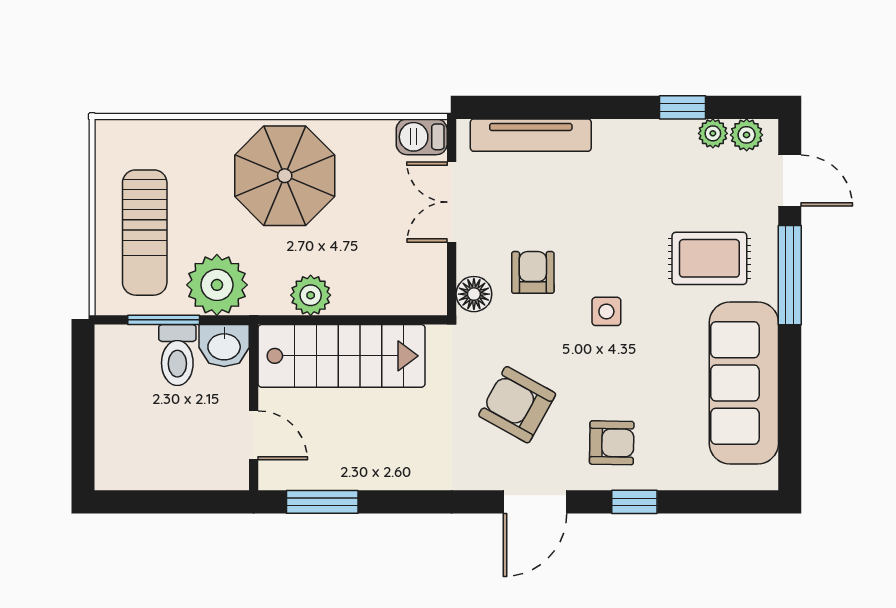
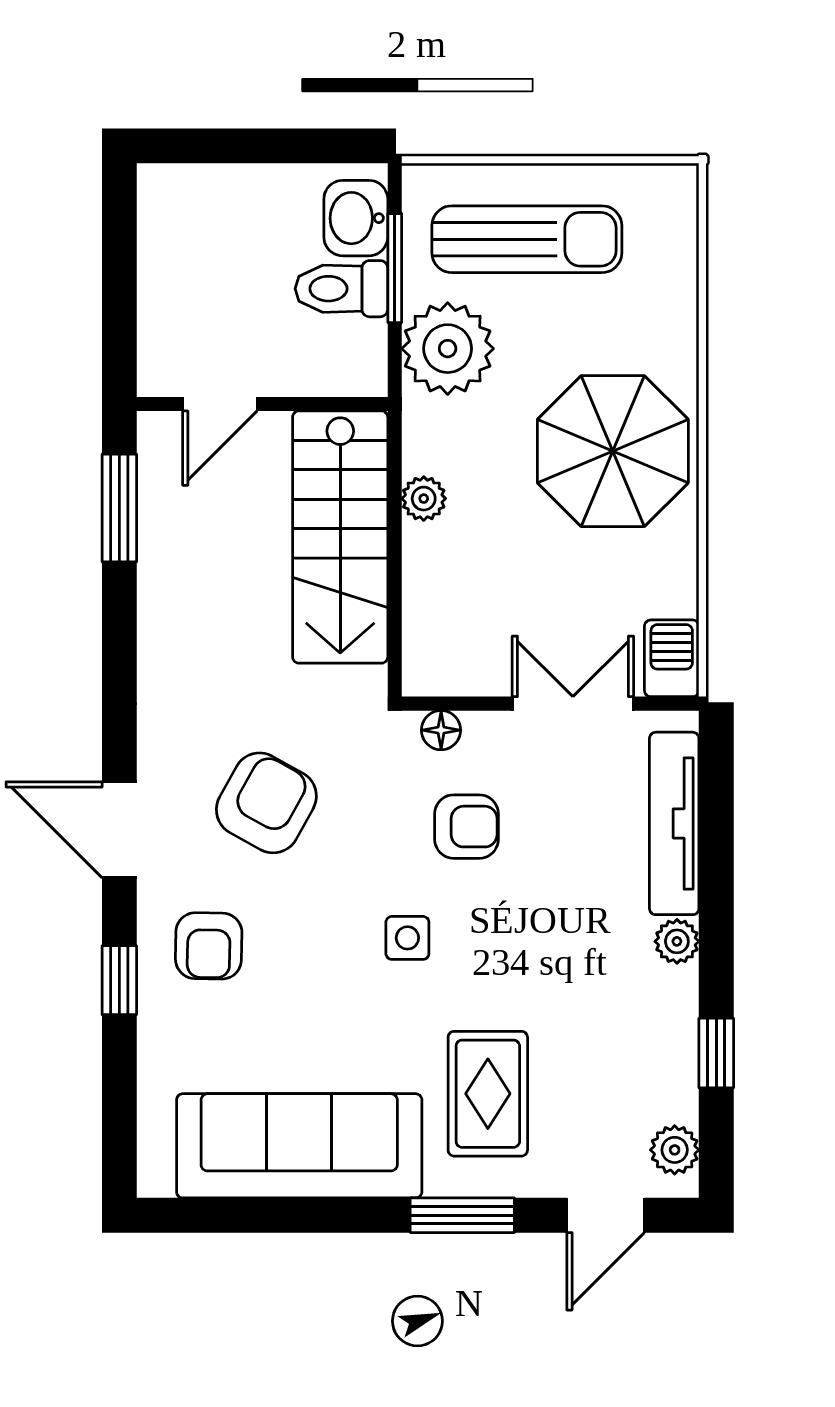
plant: (713, 133) -> (677, 941), moved
sun lounger: (145, 233) -> (527, 239), turned 180
window: (790, 275) -> (462, 1215), width x0.69
floor lamp: (474, 294) -> (441, 730), width x0.73, depth x0.73
plant: (311, 295) -> (424, 499), width x0.73, depth x0.73
washbasin: (224, 346) -> (356, 218), moved

